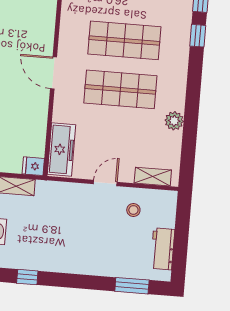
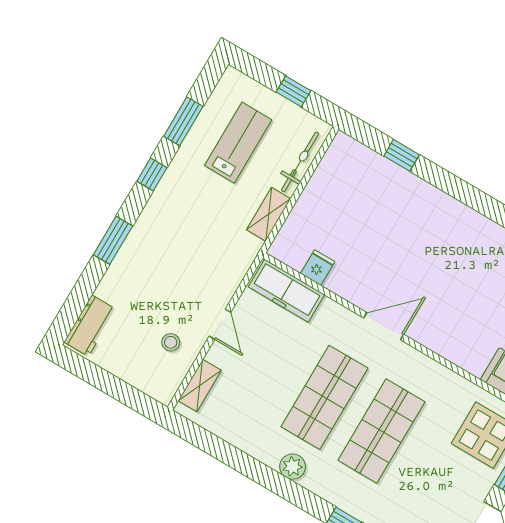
plant: (174, 121) -> (293, 467), moved
fridge: (33, 166) -> (318, 268), moved
workbench: (163, 249) -> (90, 326), moved, turned 90
window: (132, 286) -> (113, 240), moved

